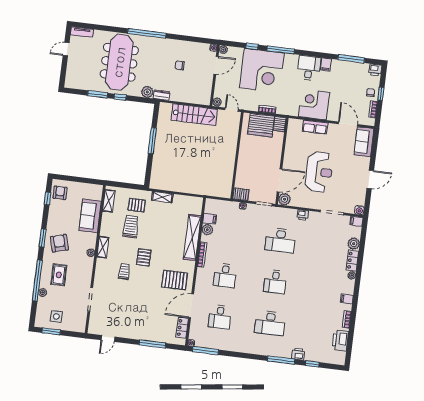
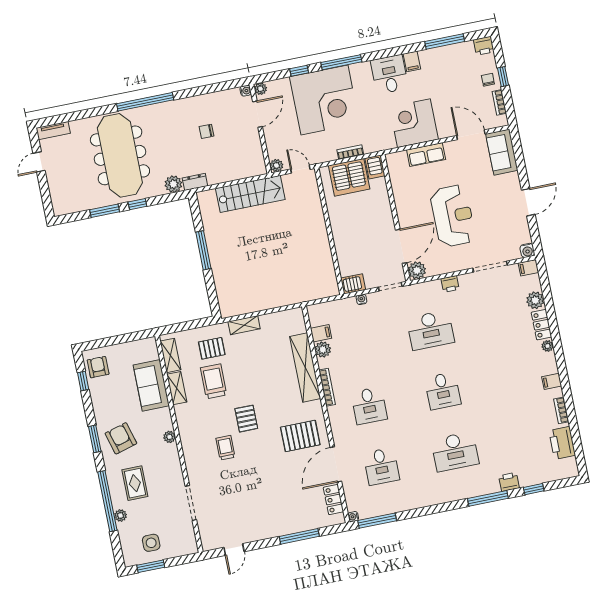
shelving: (103, 247) -> (177, 388), moved

